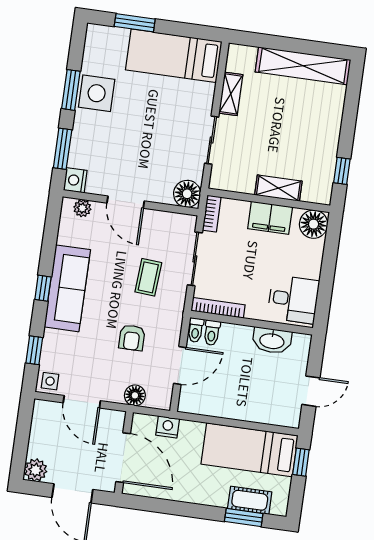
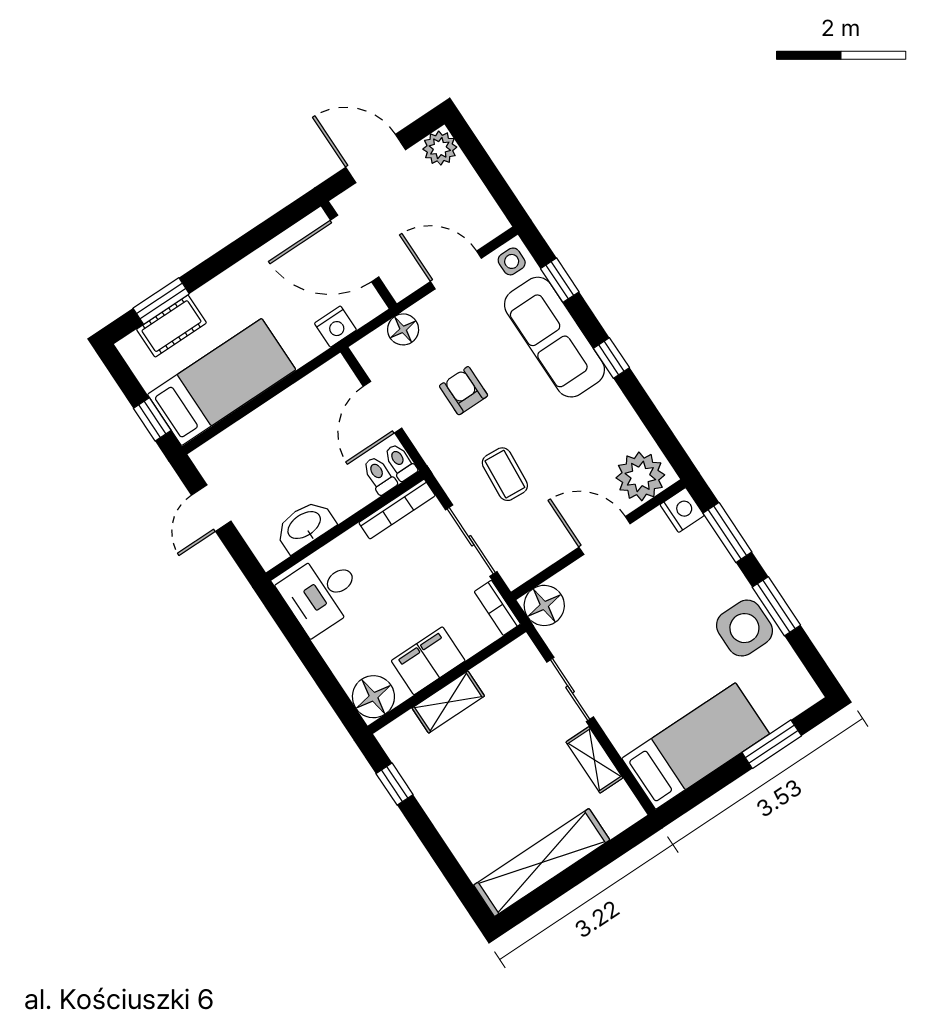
plant: (82, 208) -> (640, 476), width x1.88, depth x1.88
sofa: (67, 288) -> (554, 337), moved

